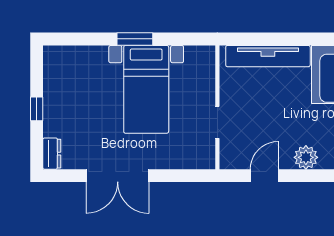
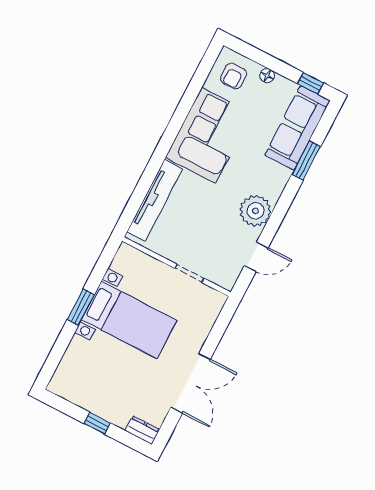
plant: (306, 157) -> (255, 211), width x1.36, depth x1.36
door: (264, 176) -> (256, 257), swing flipped

